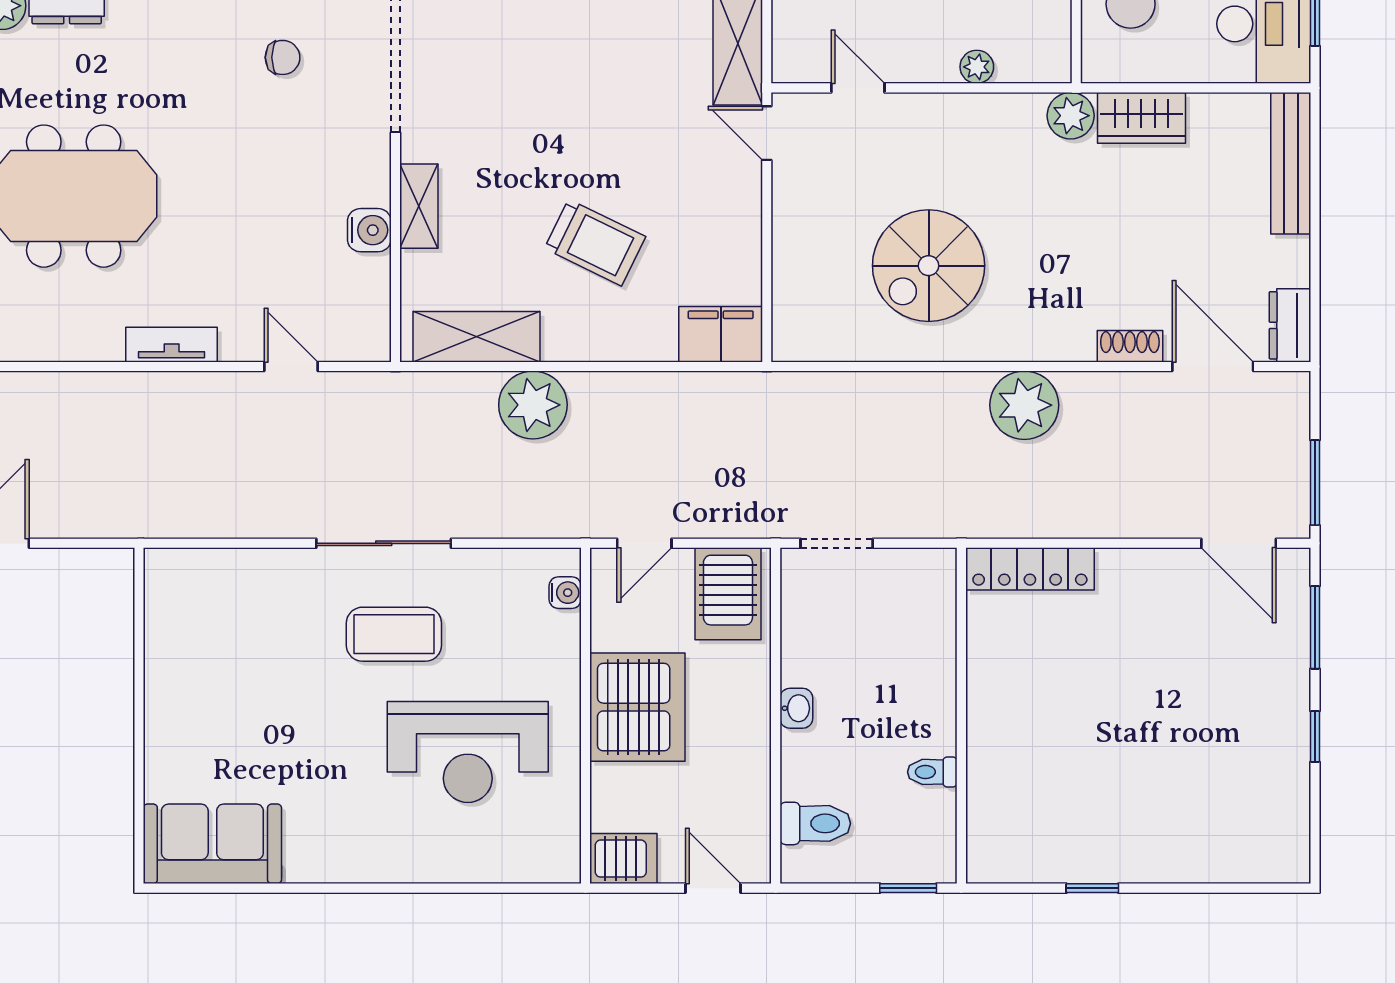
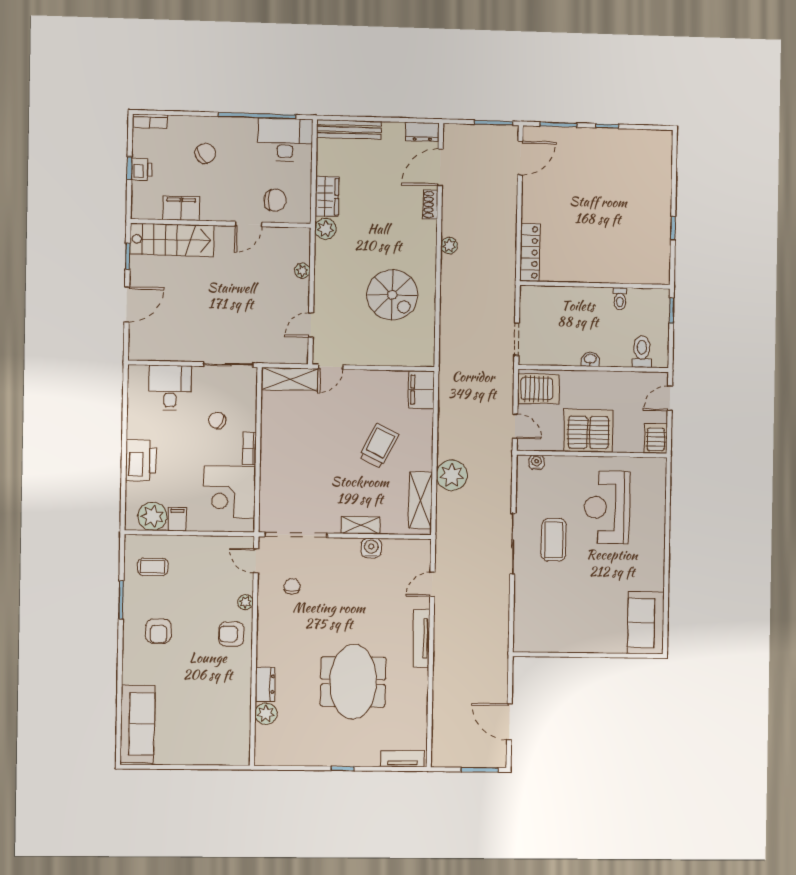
tv unit: (172, 345) -> (421, 638), width x1.41
plant: (1024, 405) -> (449, 246), width x0.53, depth x0.53
reception desk: (468, 752) -> (607, 507), turned 180

